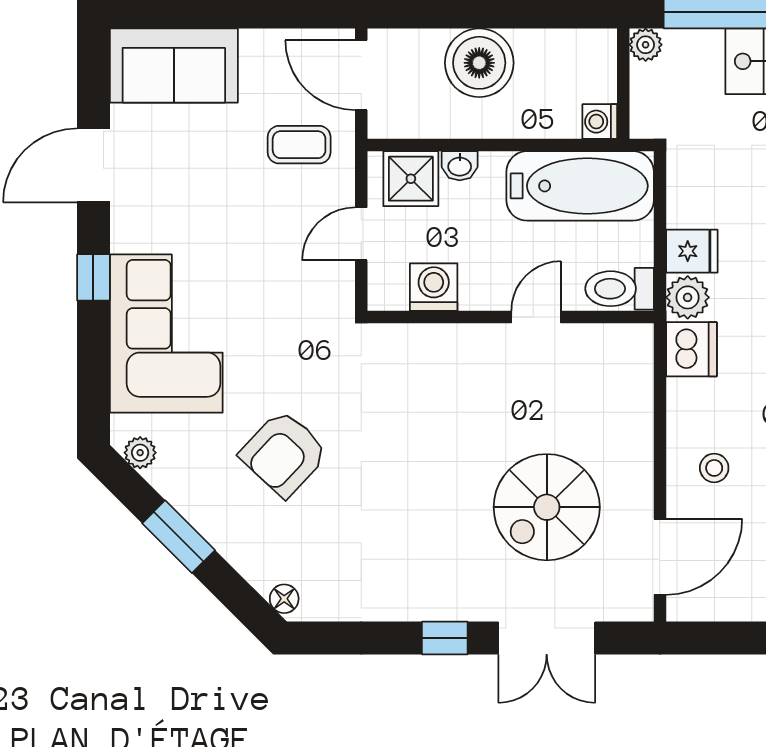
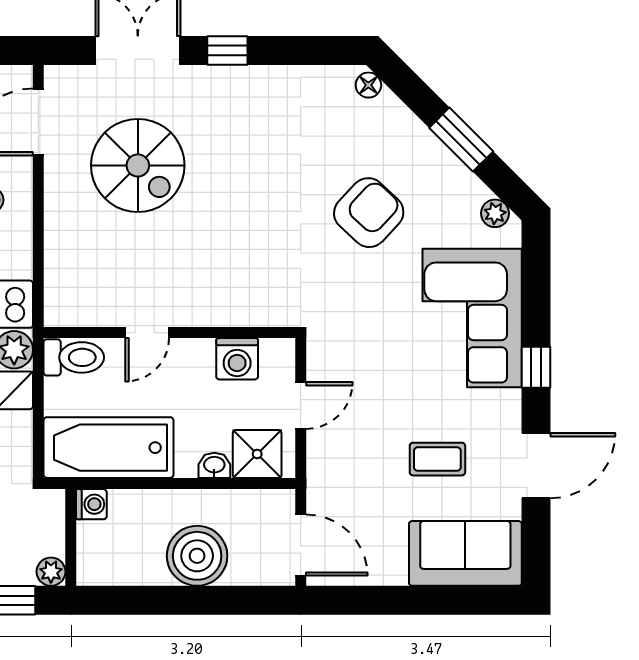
coffee table: (299, 145) -> (437, 459), moved
spiral stairs: (547, 507) -> (138, 165), turned 90

